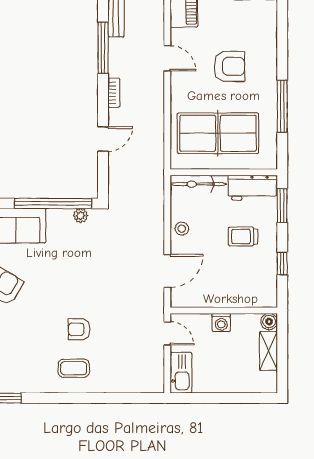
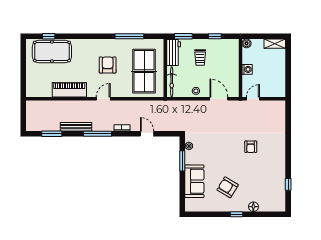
window: (53, 203) -> (182, 161), width x0.47
shelving: (268, 351) -> (275, 44), moved
coffee table: (74, 368) -> (272, 150), removed
kitchen sink: (181, 373) -> (274, 91), removed

